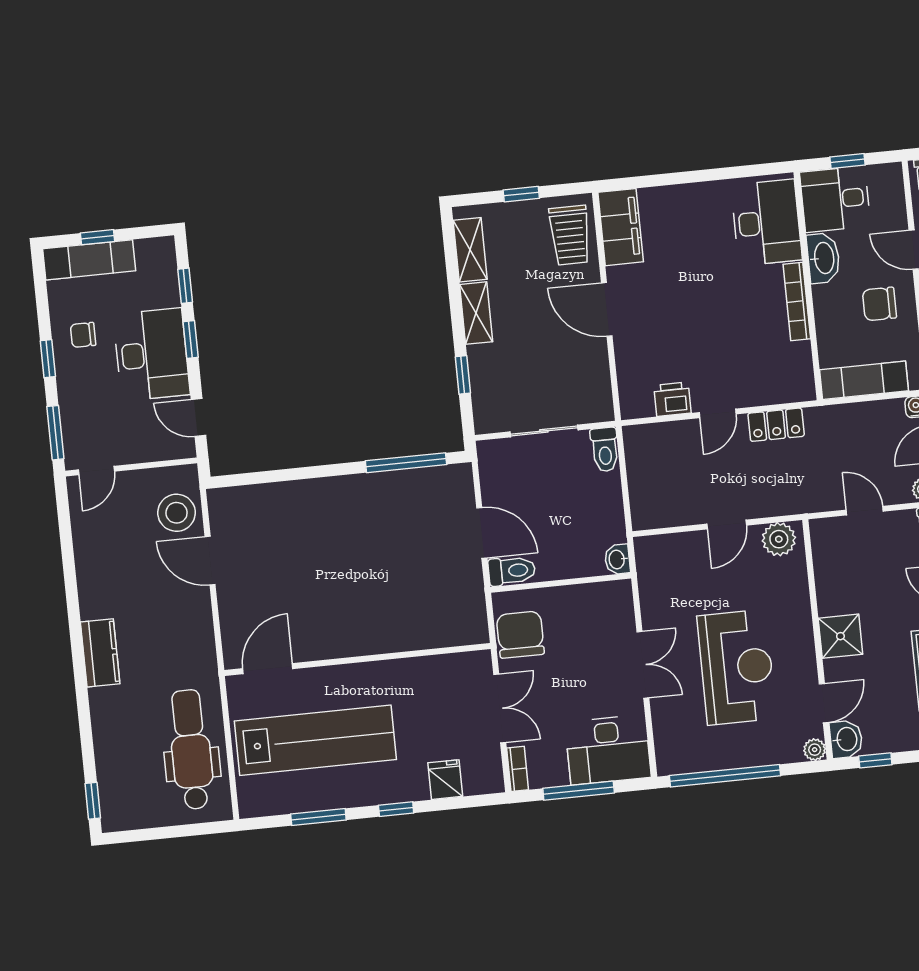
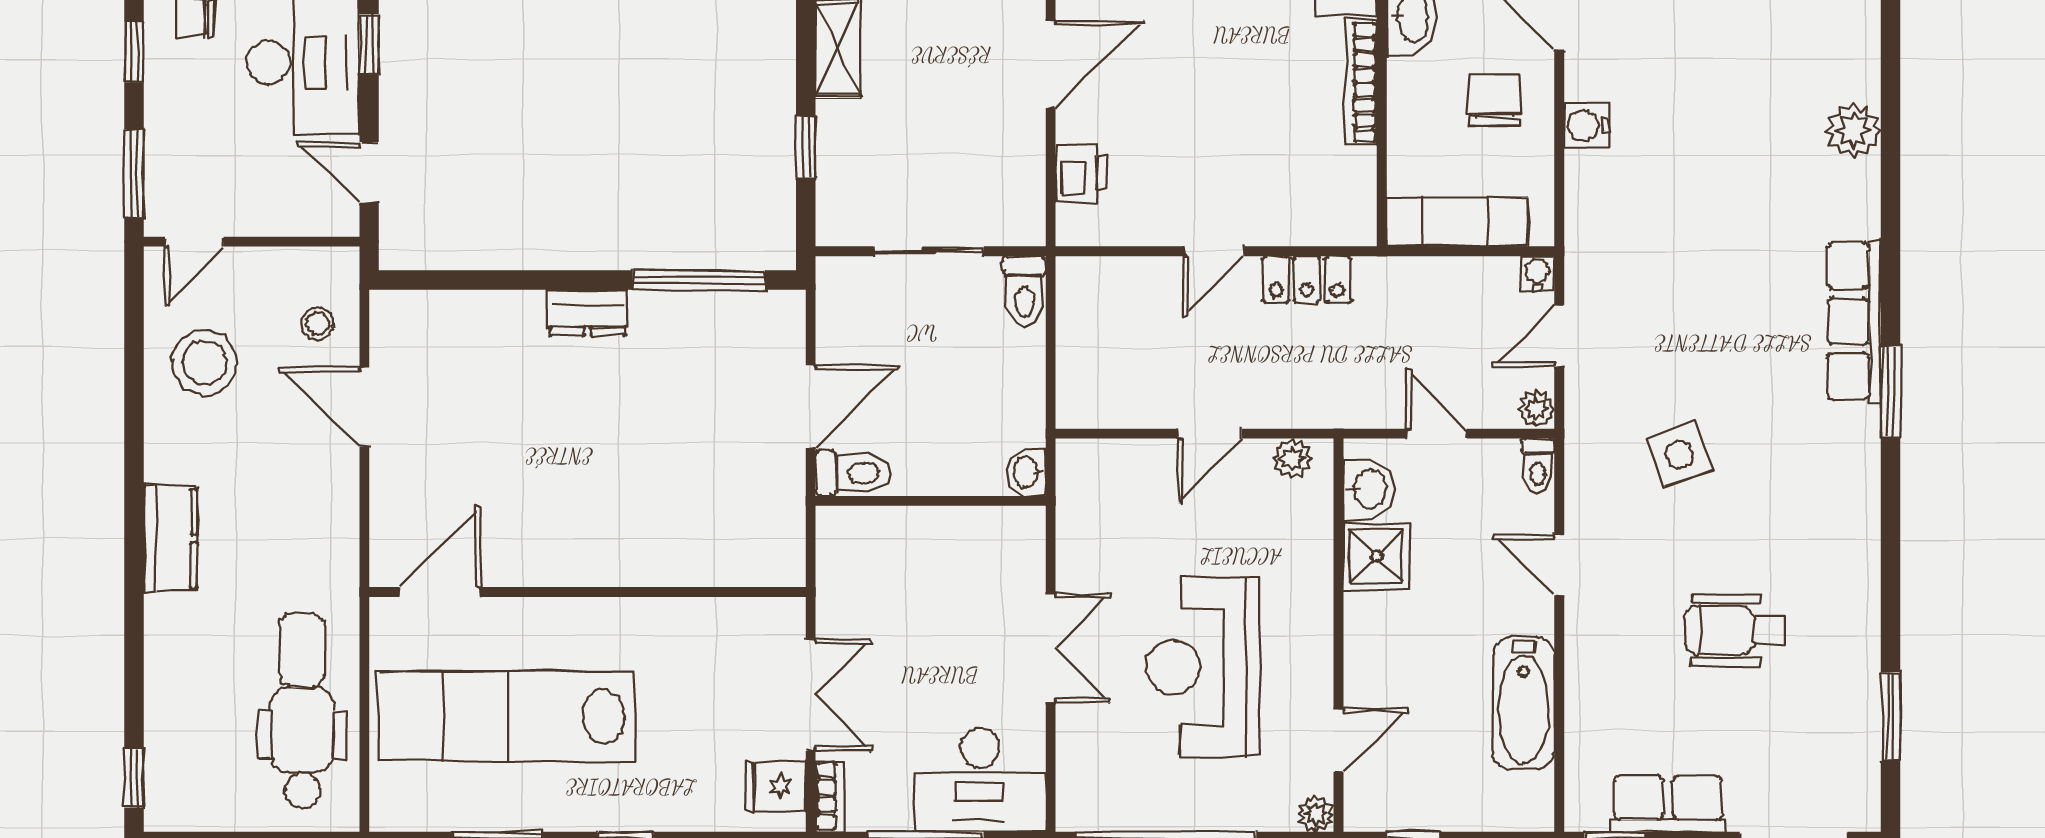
chair: (879, 304) -> (1495, 100), turned 90
door: (607, 309) -> (1051, 64), swing flipped
printer: (672, 399) -> (1081, 173), moved, turned 90
dresser: (340, 489) -> (588, 313), added
stool: (177, 513) -> (318, 324), width x0.53, depth x0.53
door: (482, 533) -> (811, 407), hinge flipped
plant: (779, 539) -> (1292, 458), width x0.73, depth x0.73
stool: (110, 543) -> (204, 362), added
chair: (520, 635) -> (856, 578), removed
shower: (840, 636) -> (1376, 556), moved
reception desk: (737, 667) -> (1203, 667), turned 180
washbasin: (846, 739) -> (1369, 489), moved
lab bench: (315, 740) -> (506, 716), turned 180
fridge: (445, 780) -> (776, 787), moved, turned -90

